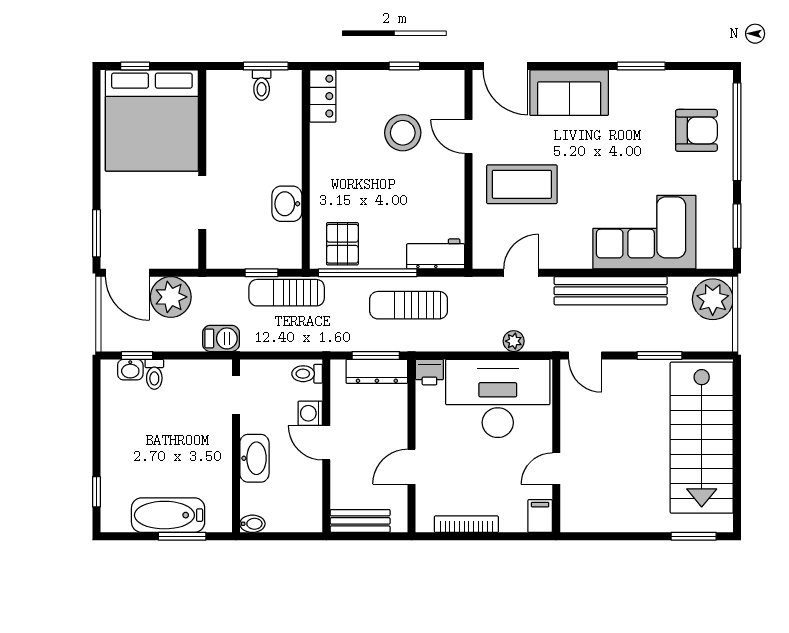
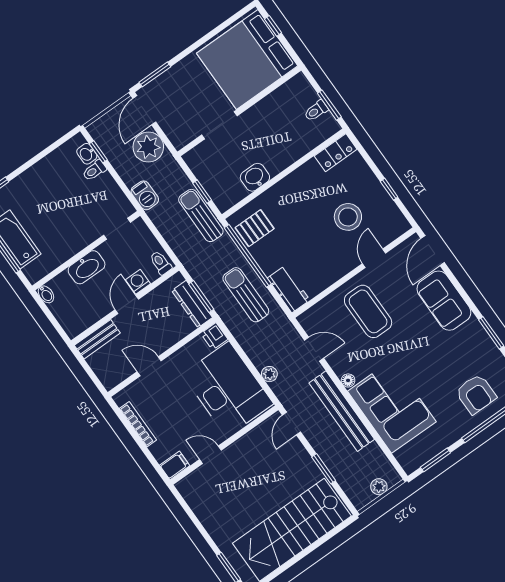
floor lamp: (582, 260) -> (348, 380), added
plant: (713, 299) -> (379, 487), width x0.53, depth x0.53
bench: (360, 521) -> (97, 339), moved, turned 90

